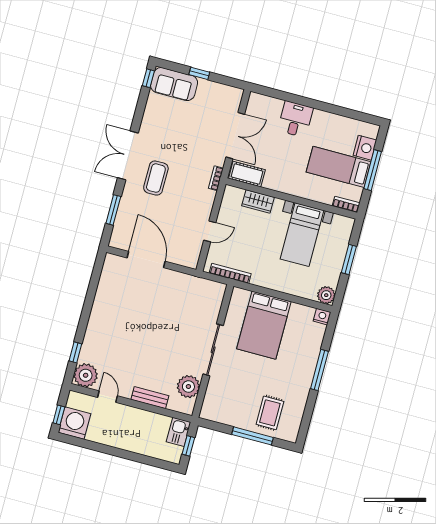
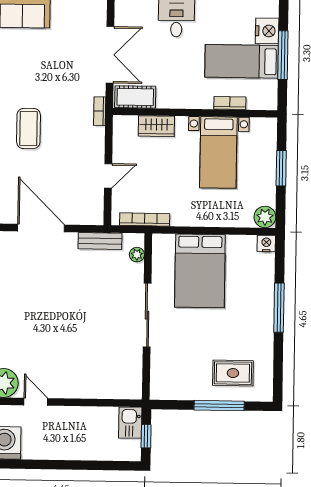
bookcase: (346, 204) -> (230, 103), moved
plant: (188, 387) -> (137, 255), moved, width x0.53, depth x0.53
bench: (150, 398) -> (100, 241), moved
rug: (270, 413) -> (233, 373), turned 90

